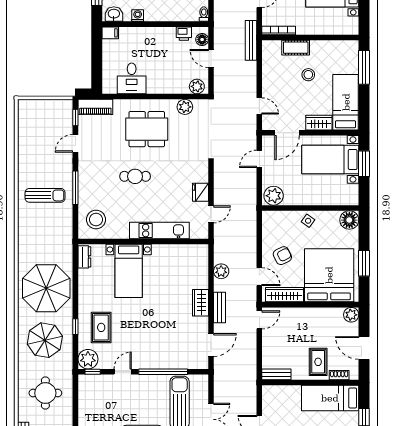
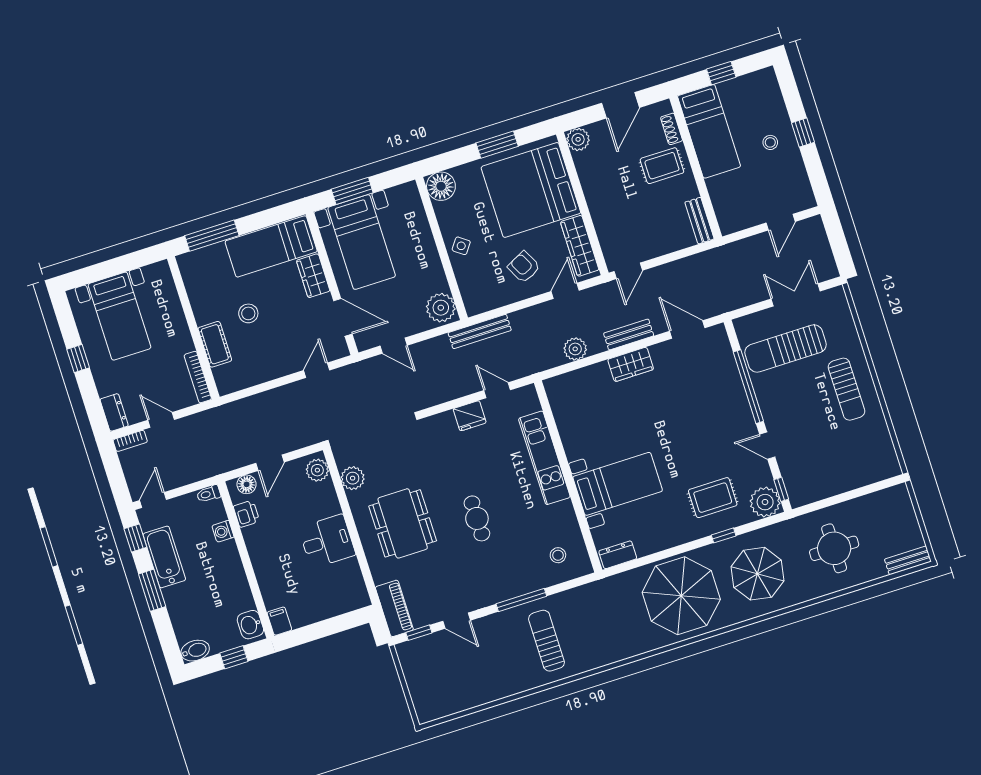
washing machine: (138, 16) -> (223, 531), moved
bench: (251, 40) -> (480, 332), moved
desk: (132, 78) -> (327, 541), moved
stool: (96, 220) -> (558, 555), width x0.53, depth x0.53
door: (259, 320) -> (628, 271), swing flipped

